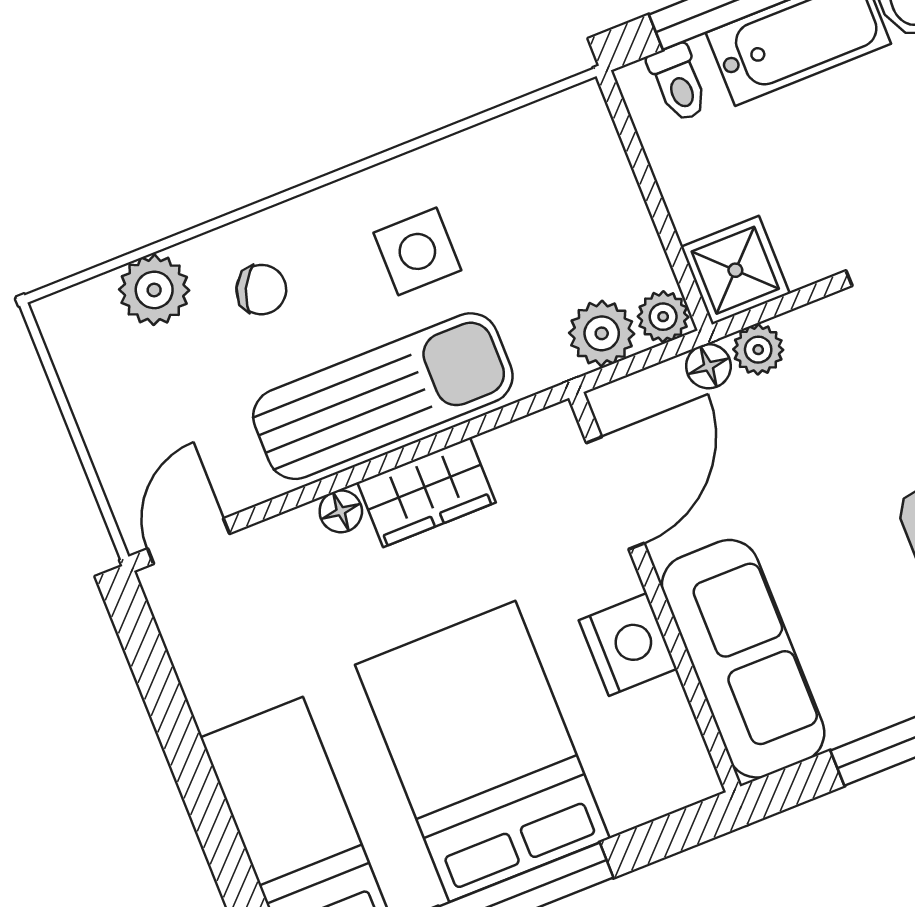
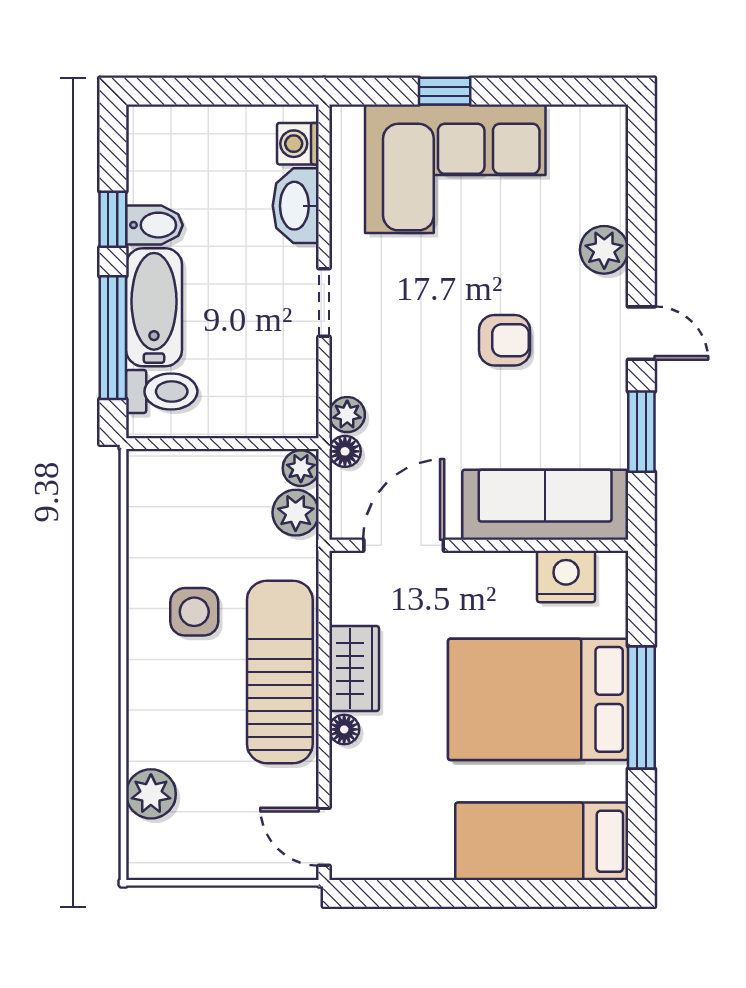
toilet: (678, 83) -> (162, 391), width x1.37, depth x1.39
shower: (735, 270) -> (289, 409), removed
chair: (261, 290) -> (179, 724), removed
door: (615, 493) -> (404, 545), hinge flipped
nightstand: (628, 645) -> (566, 576), moved

